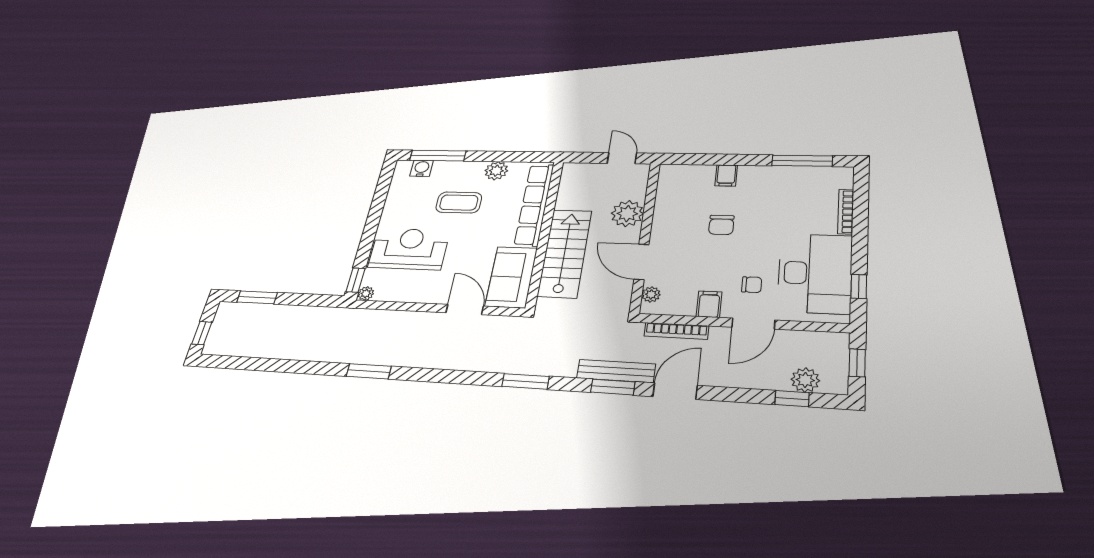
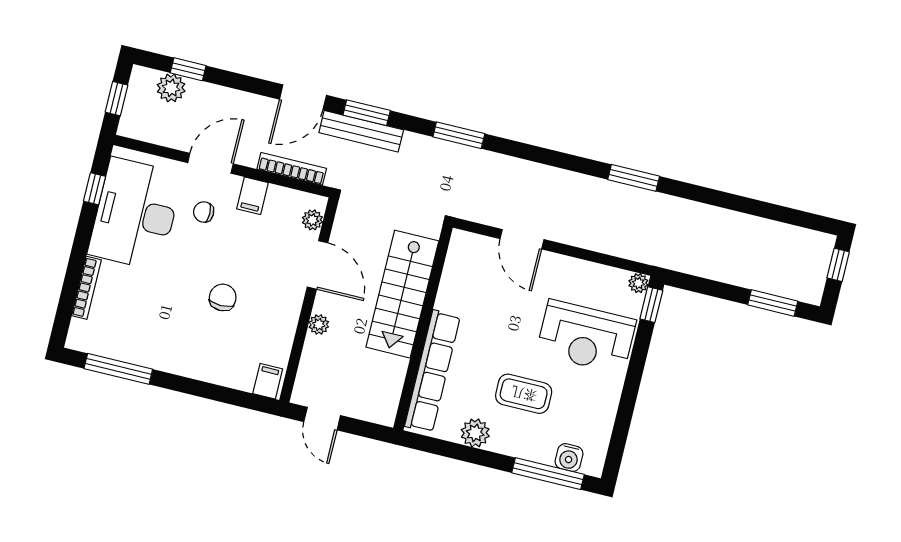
filing cabinet: (726, 175) -> (268, 381), moved
plant: (627, 214) -> (319, 325), width x0.53, depth x0.53
sofa: (511, 277) -> (466, 273), removed

